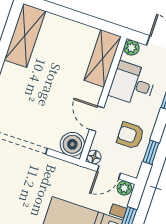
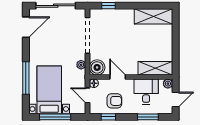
door: (97, 119) -> (118, 77), hinge flipped
armchair: (130, 135) -> (114, 101), turned 90
plant: (124, 188) -> (81, 65), moved

